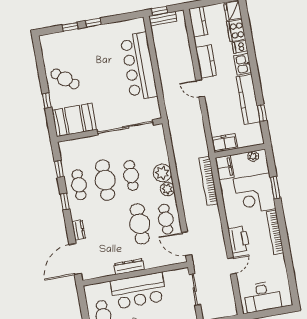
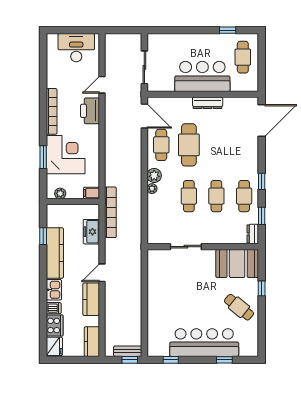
window: (93, 23) -> (171, 360), moved
bar counter: (139, 66) -> (204, 343), moved, turned -90
door: (200, 88) -> (102, 273), swing flipped
sliding door: (125, 127) -> (186, 247), width x0.54
freezer: (225, 143) -> (91, 232), moved, turned 90
filing cabinet: (225, 168) -> (91, 193), width x0.50
plant: (162, 173) -> (152, 189), width x0.53, depth x0.53
cafe table: (105, 180) -> (216, 196), width x0.73, depth x0.74
bookcase: (208, 181) -> (110, 212), moved
dresser: (79, 230) -> (253, 234), moved

